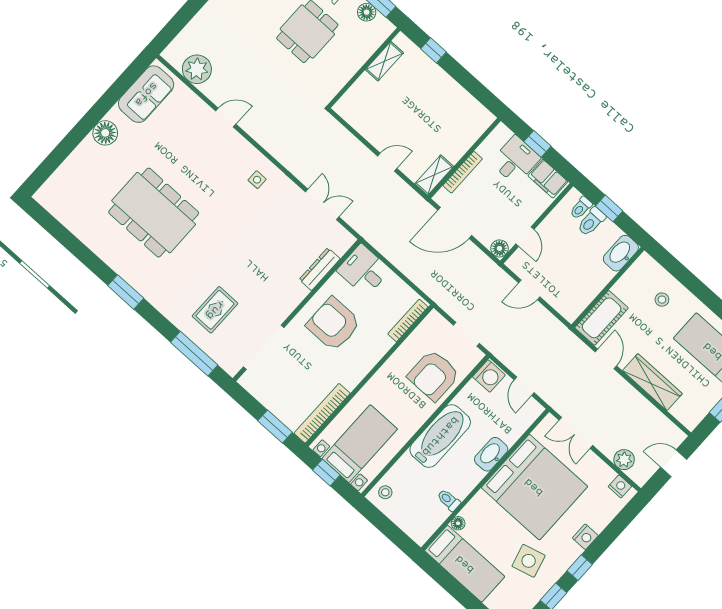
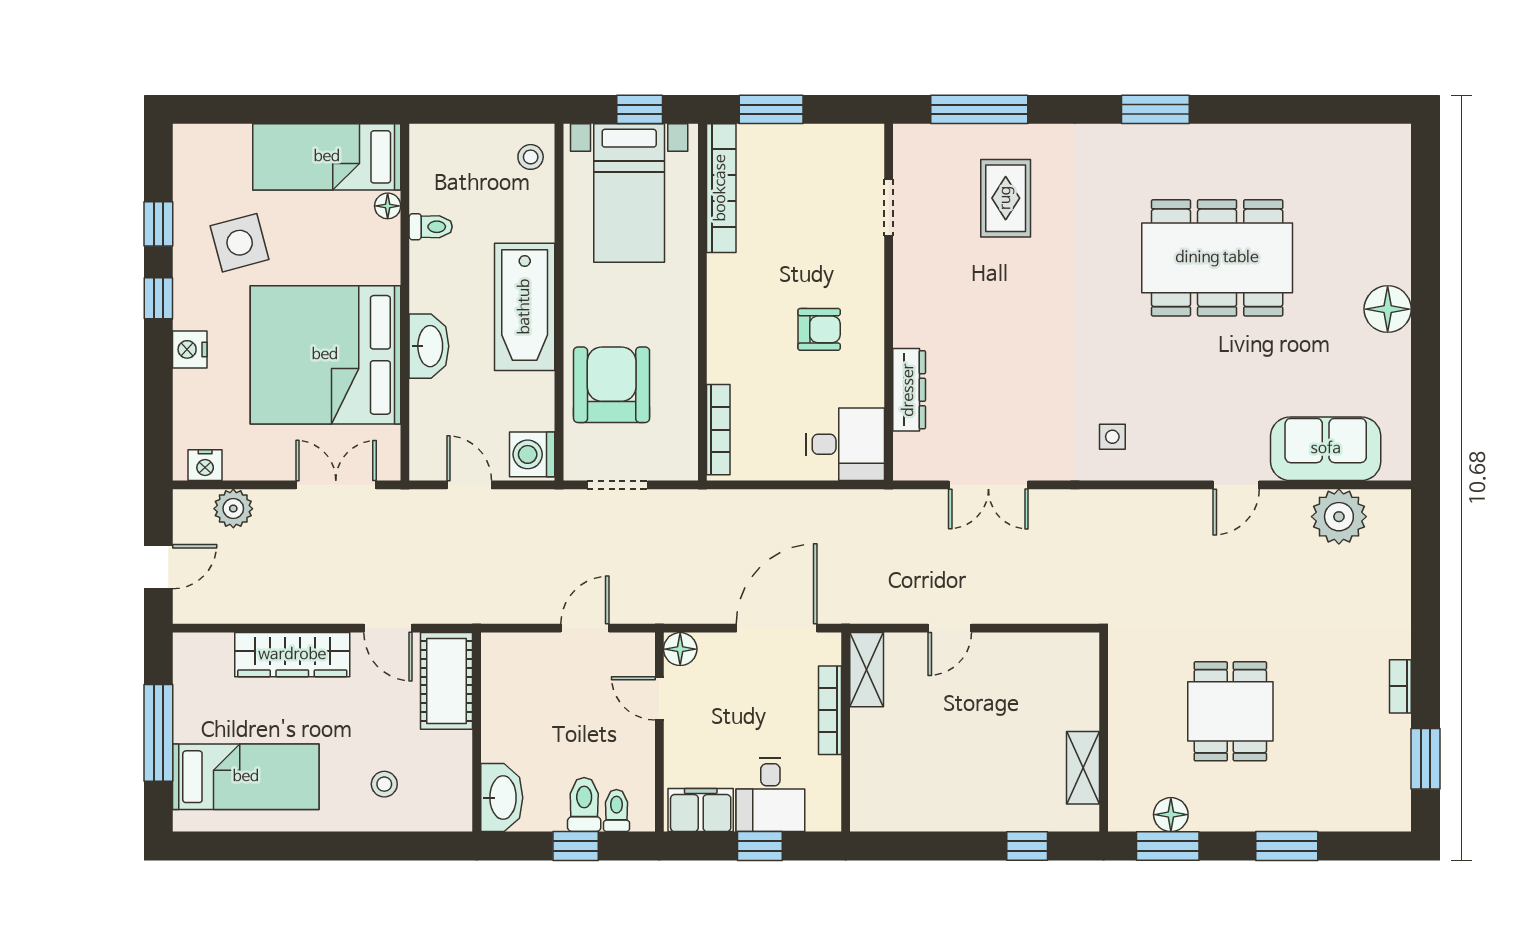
sofa: (146, 94) -> (1326, 449), moved, turned 90
armchair: (334, 324) -> (819, 329), width x0.53, depth x0.53
doorway: (264, 347) -> (889, 207), width x0.53

